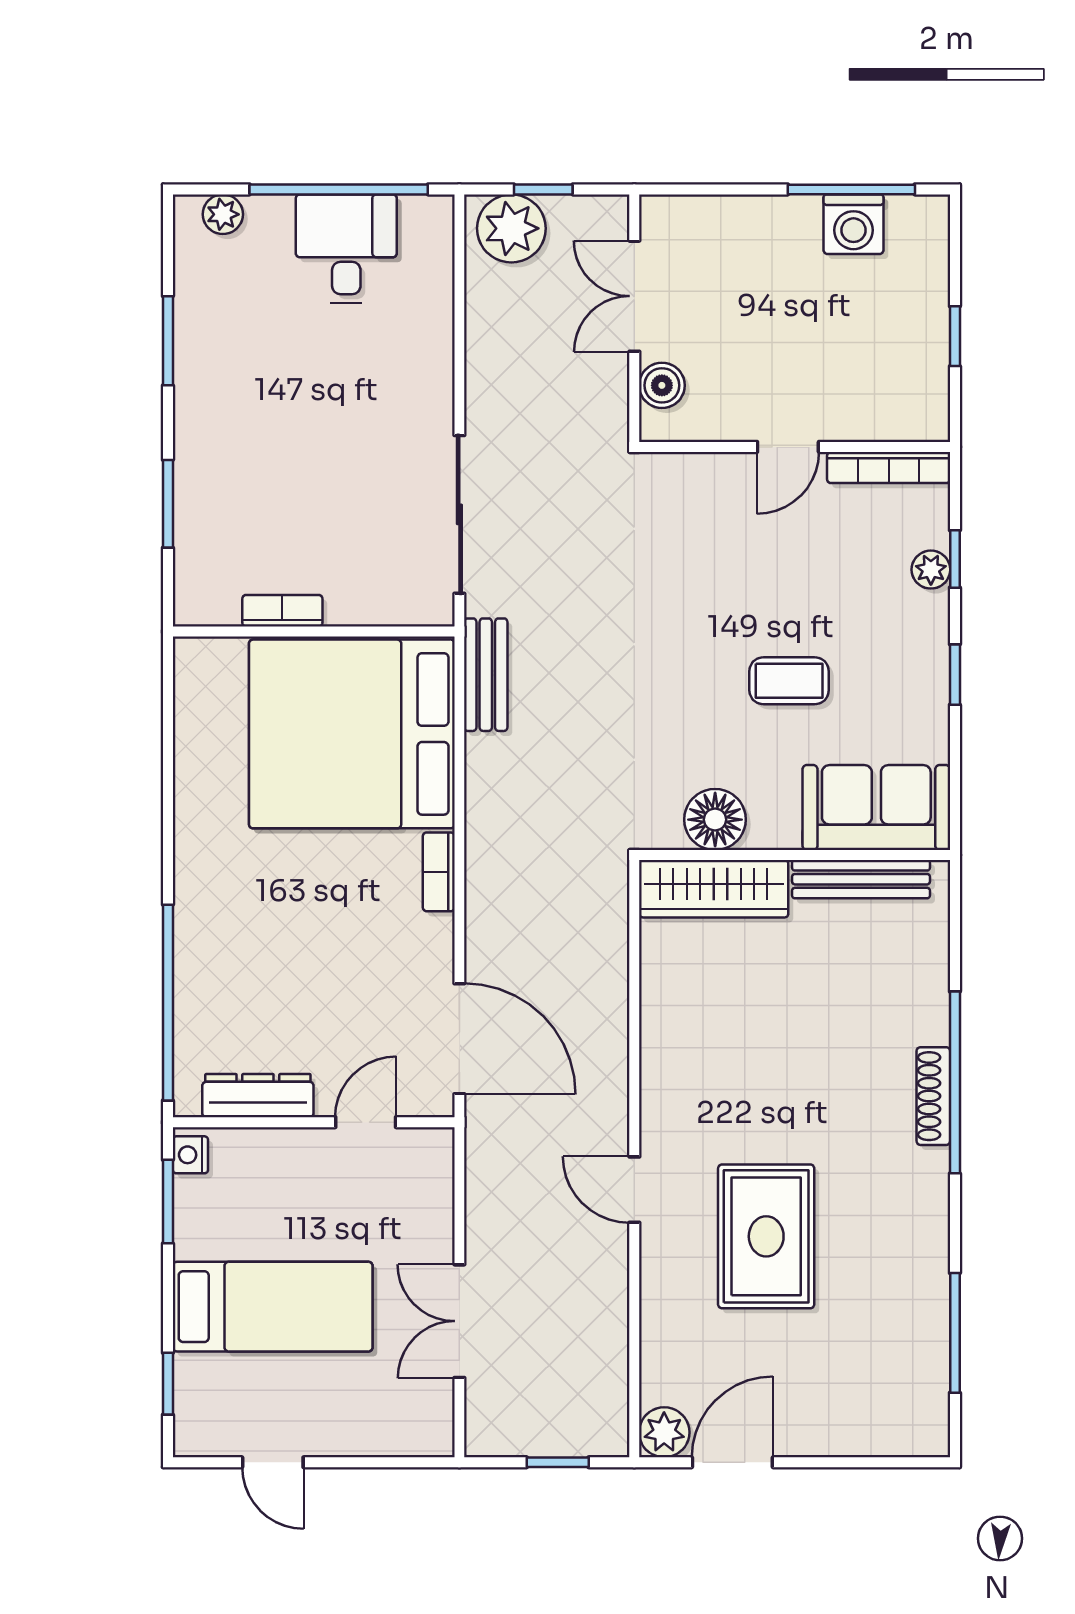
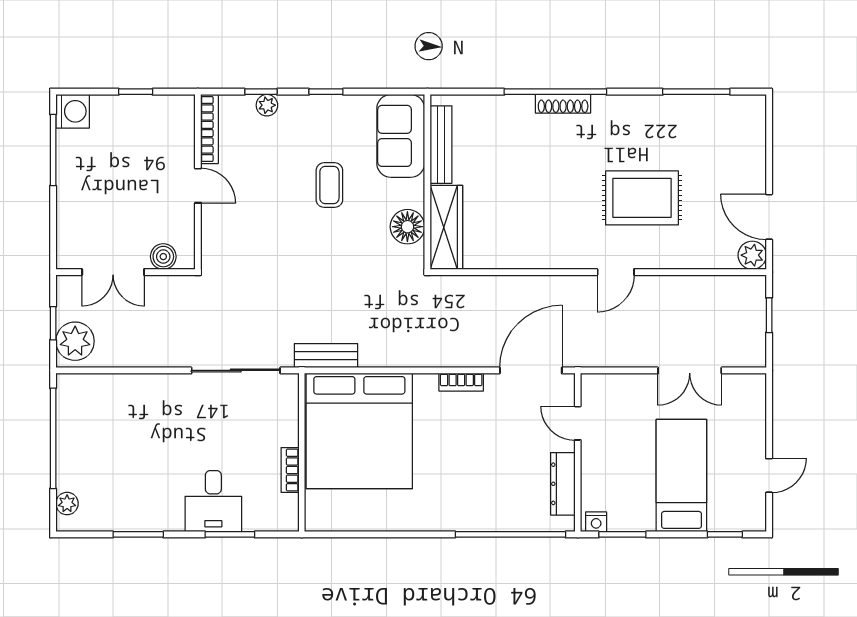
washing machine: (854, 224) -> (73, 111), moved
desk: (346, 249) -> (213, 501), moved, turned -90
bookcase: (439, 872) -> (461, 382), moved

